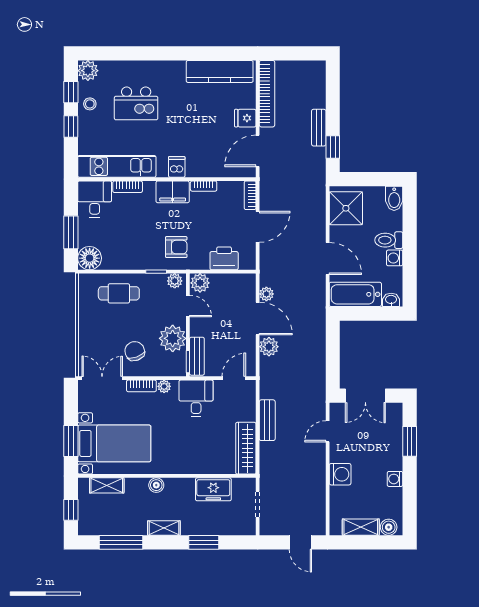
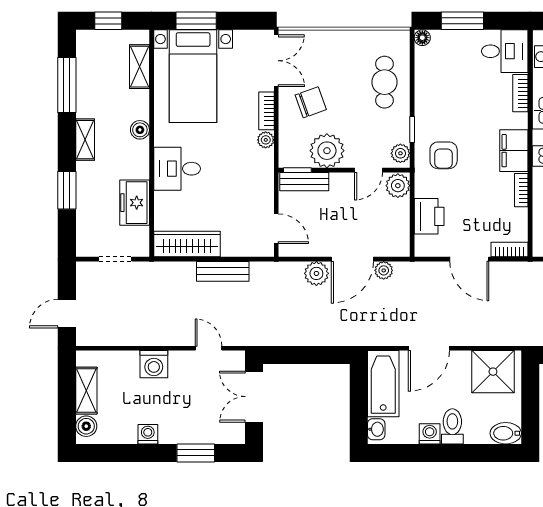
floor lamp: (90, 258) -> (422, 38), width x0.53, depth x0.53
desk: (196, 398) -> (177, 169), moved, turned 180

